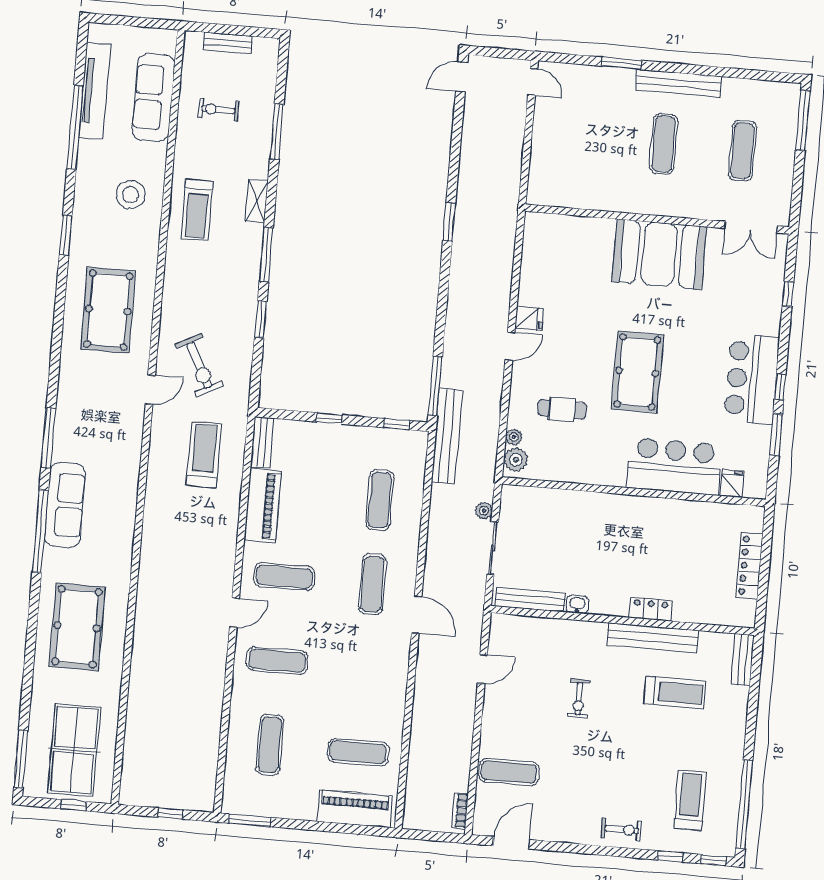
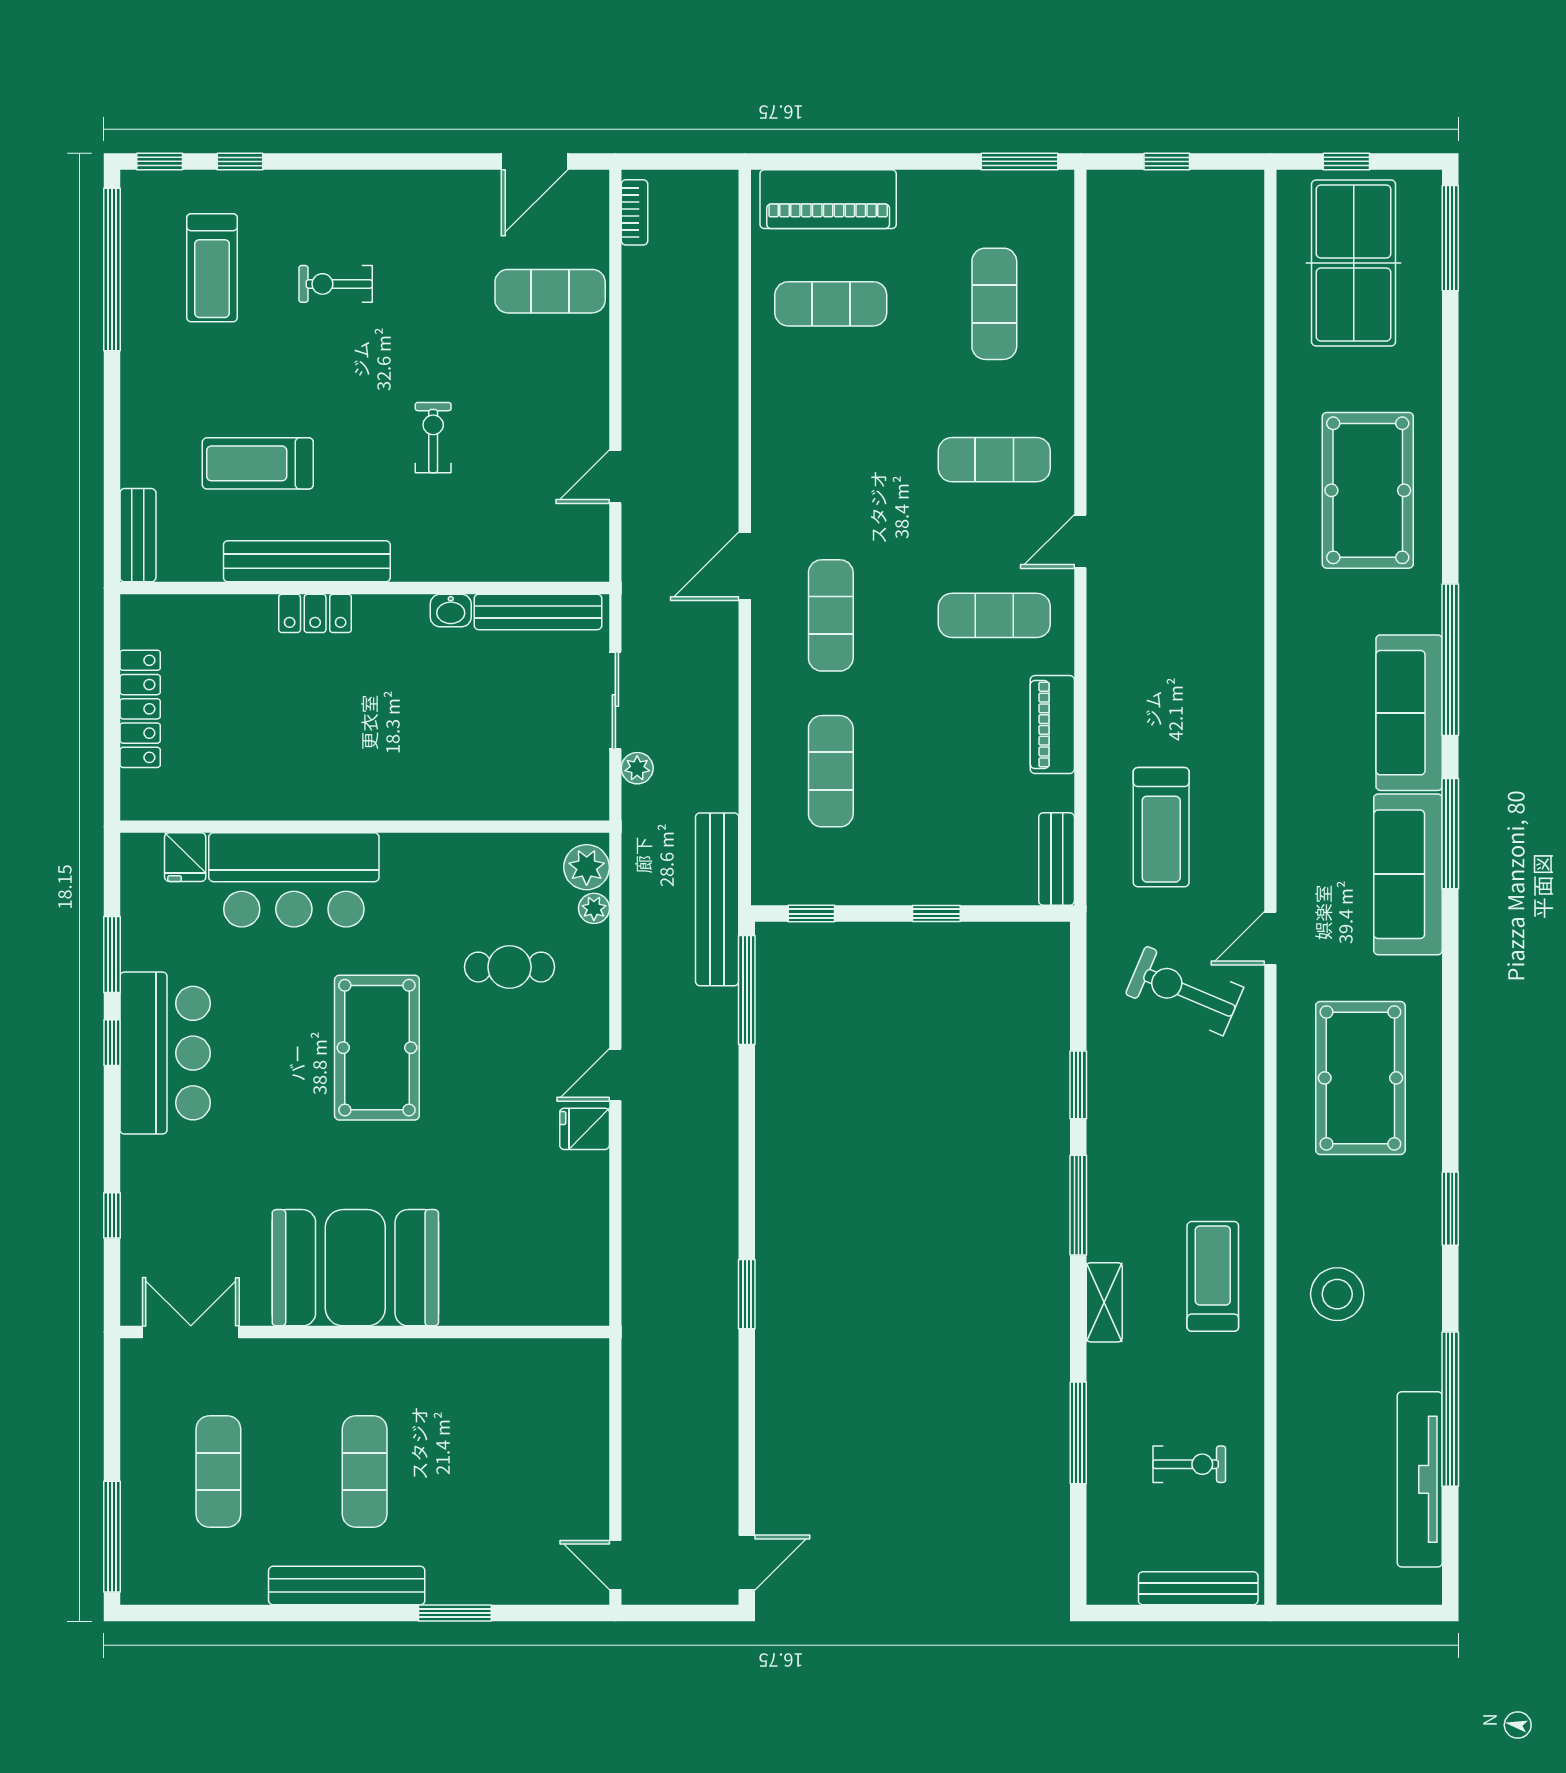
bench: (228, 43) -> (1198, 1588), width x1.36
sofa: (153, 97) -> (1408, 874), moved, turned 180
exercise bike: (199, 365) -> (1184, 991), turned -40
piano: (263, 506) -> (1052, 725), width x0.73, depth x0.75
door: (417, 615) -> (745, 566), hinge flipped
exercise bike: (622, 830) -> (336, 284), moved

